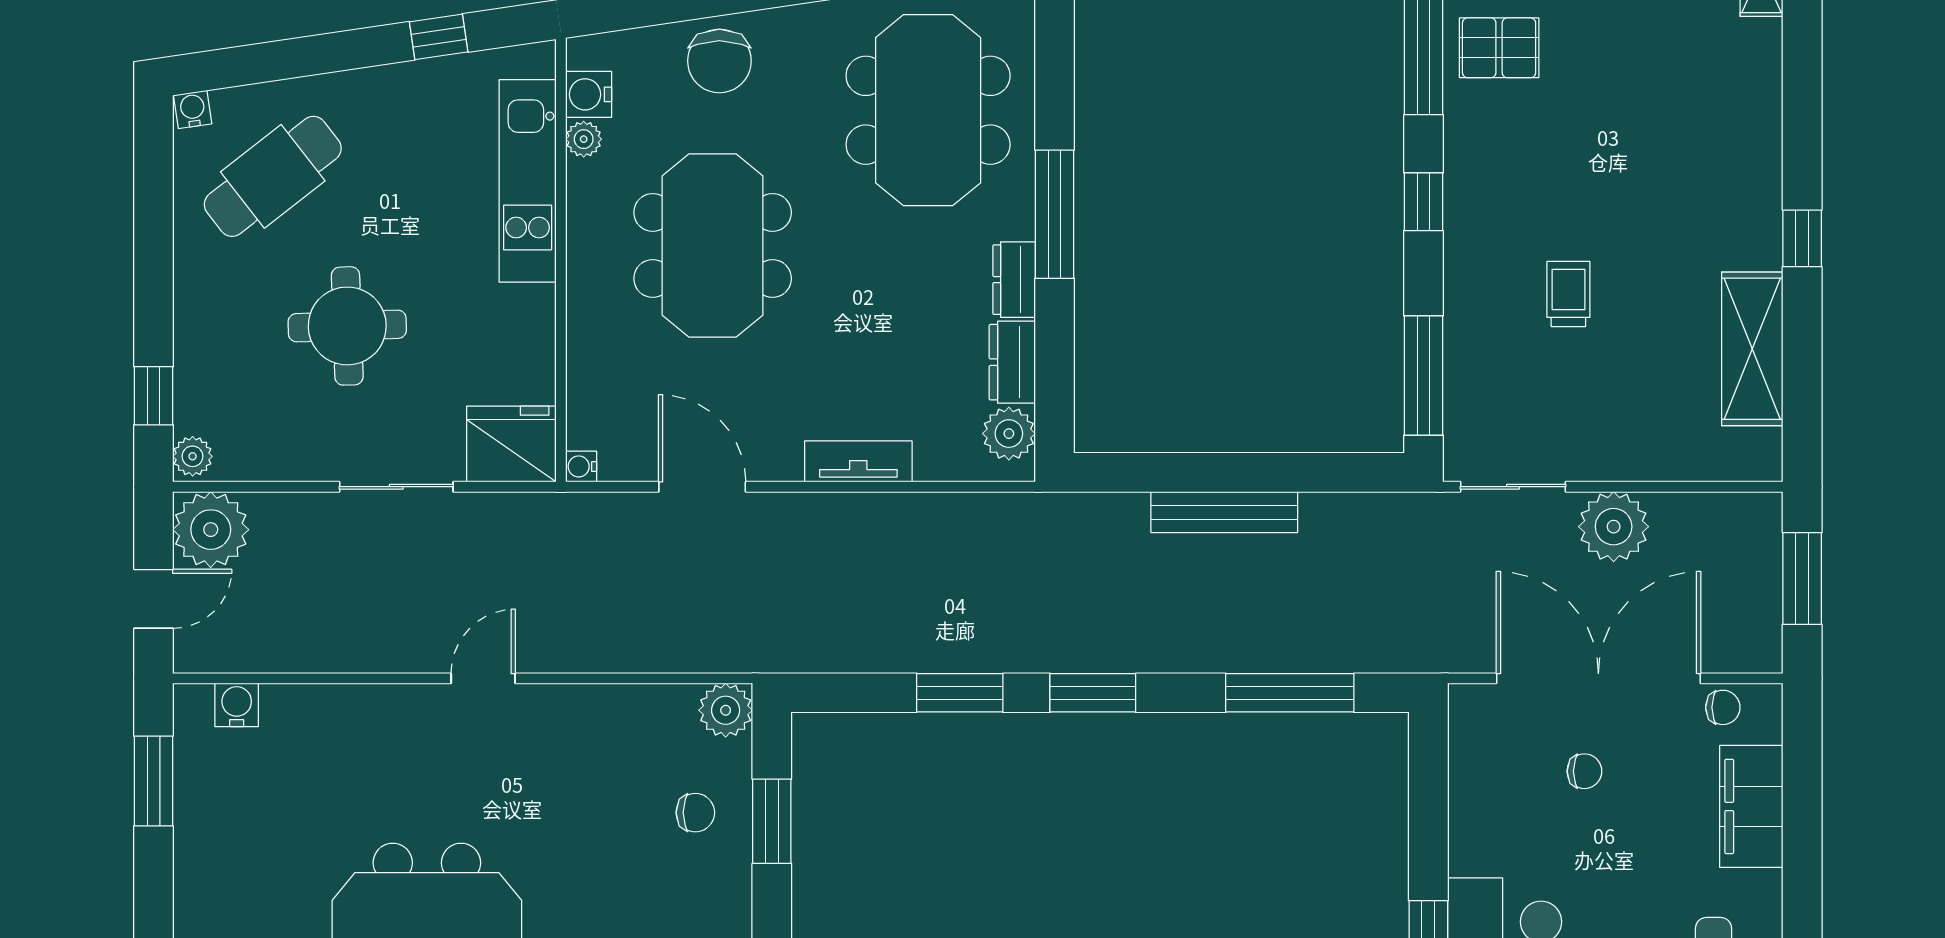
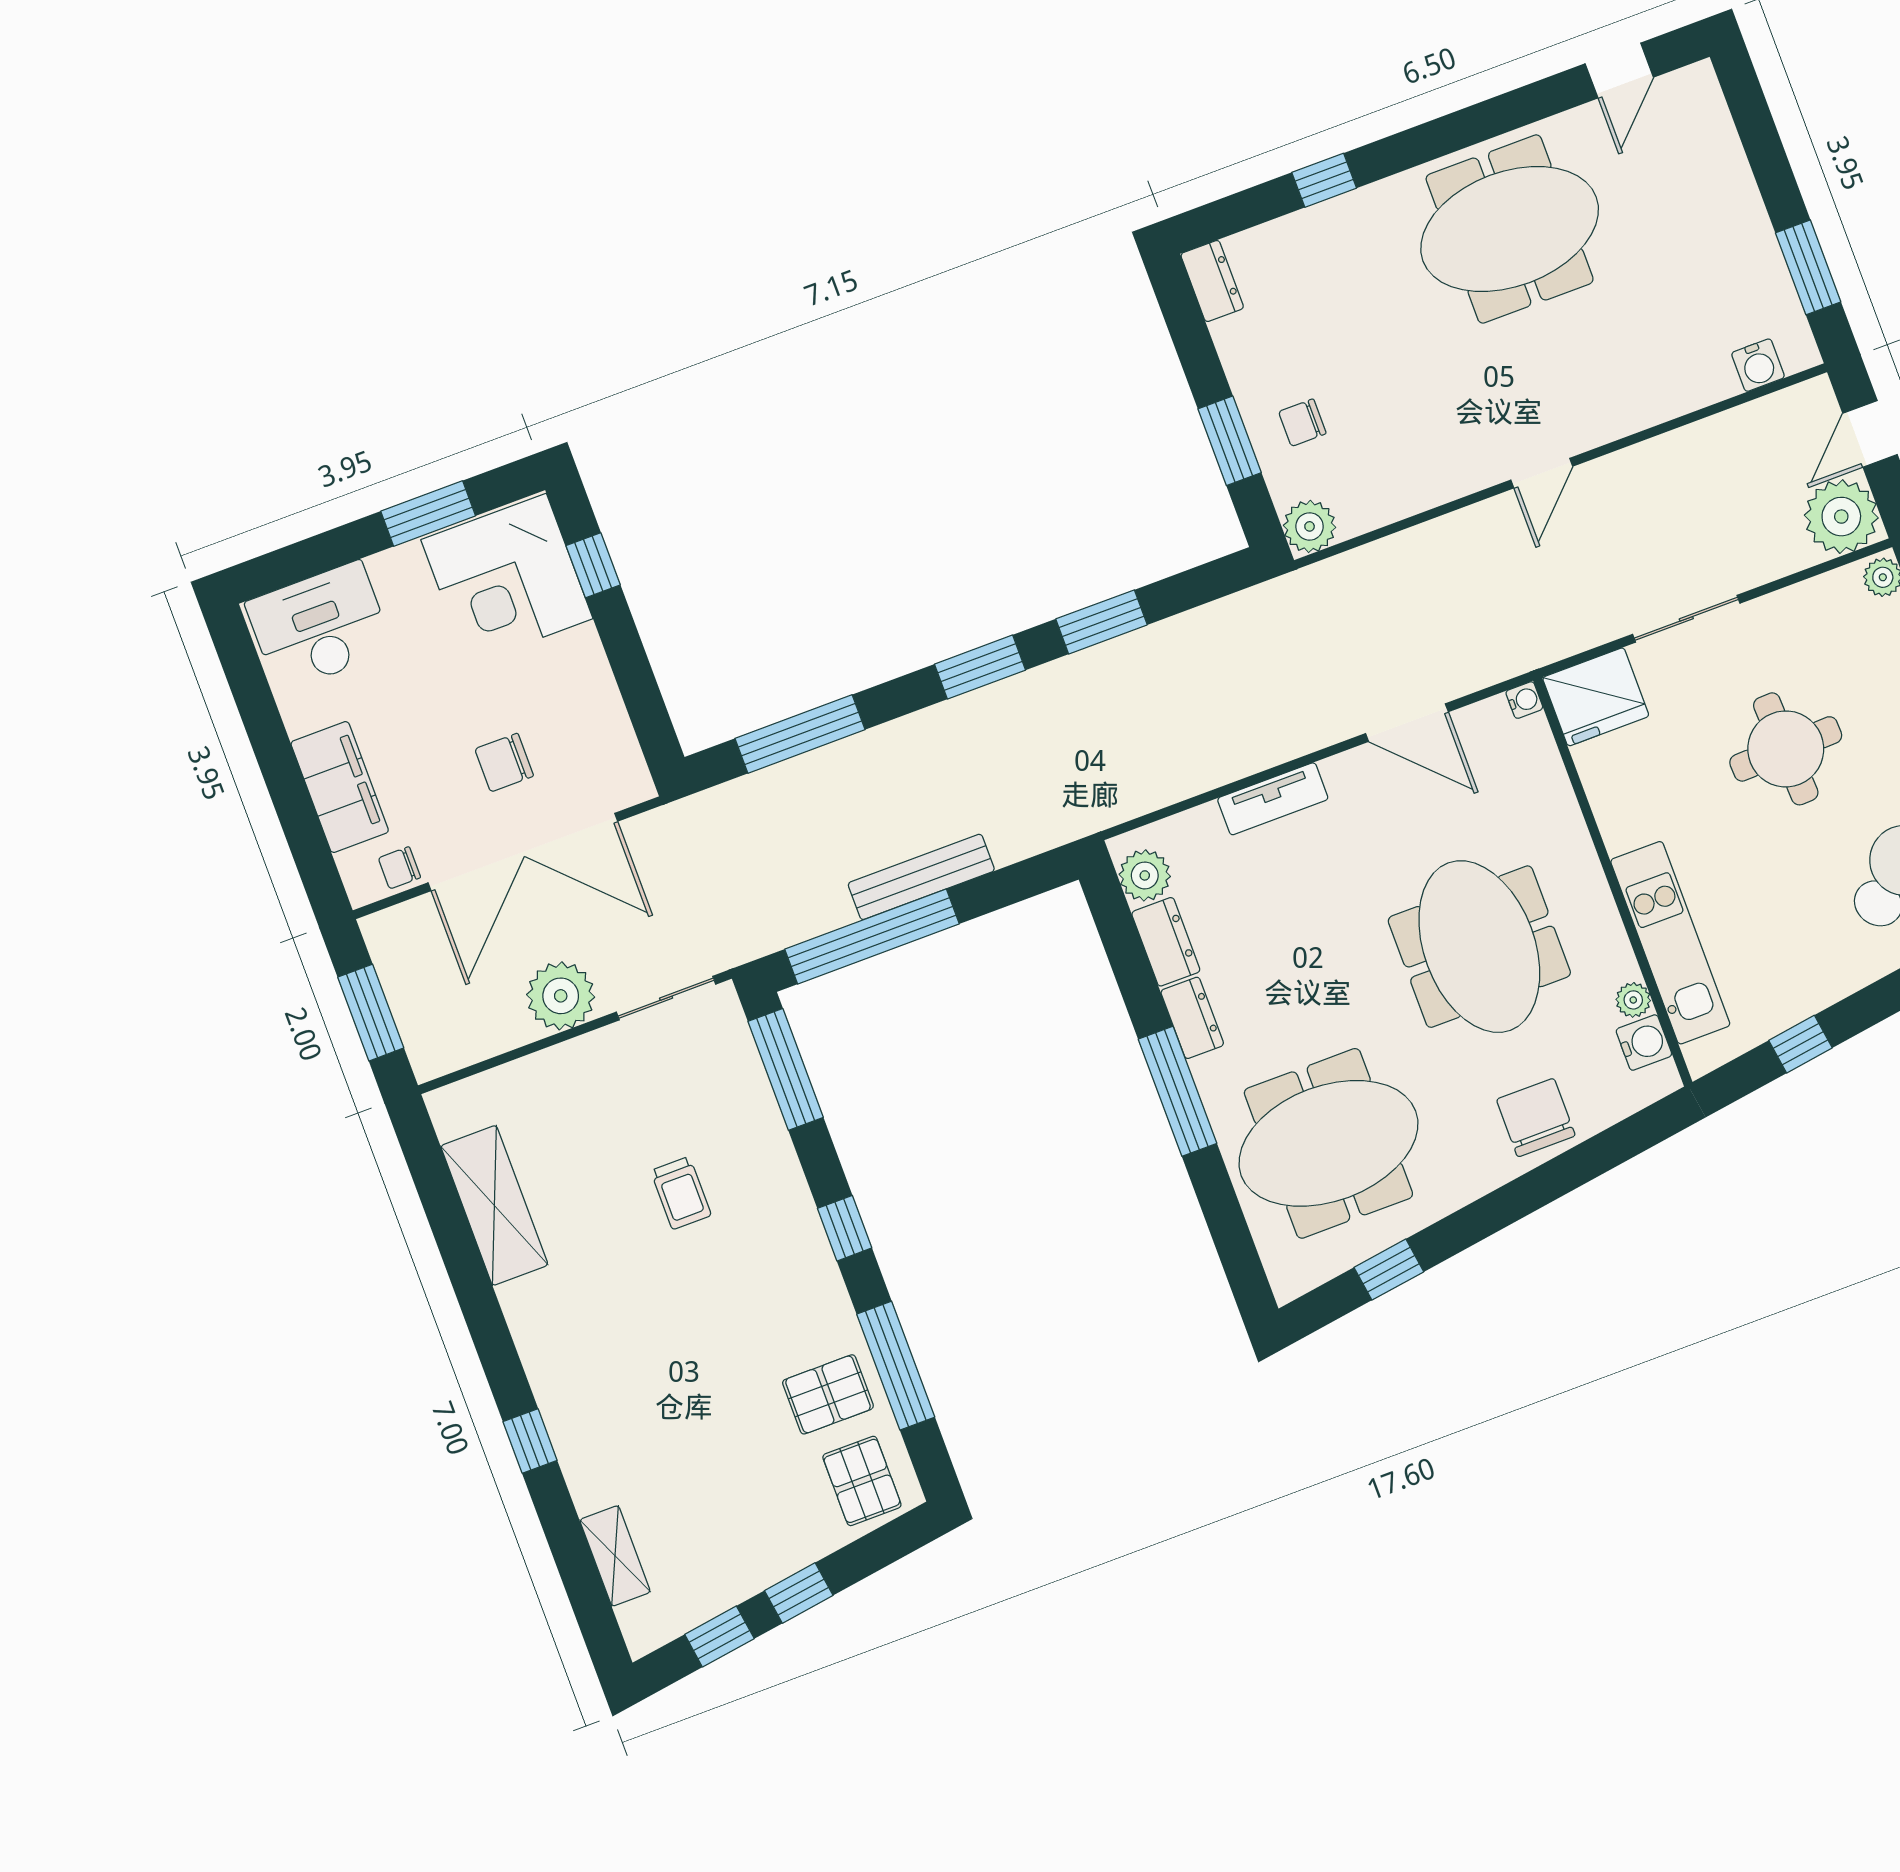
meeting table: (928, 110) -> (1328, 1143), turned 90
window: (1802, 238) -> (530, 1441), moved
window: (1293, 472) -> (872, 937), added
chair: (1584, 771) -> (504, 763), width x1.37, depth x1.37

